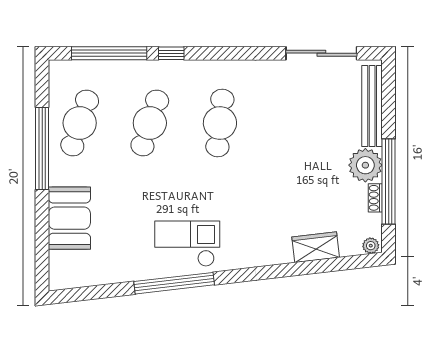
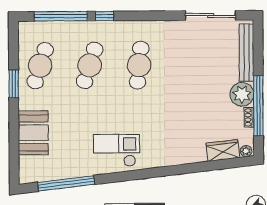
window: (42, 148) -> (14, 84), width x0.47
wardrobe: (316, 247) -> (223, 150), moved
window: (174, 283) -> (66, 183), moved

